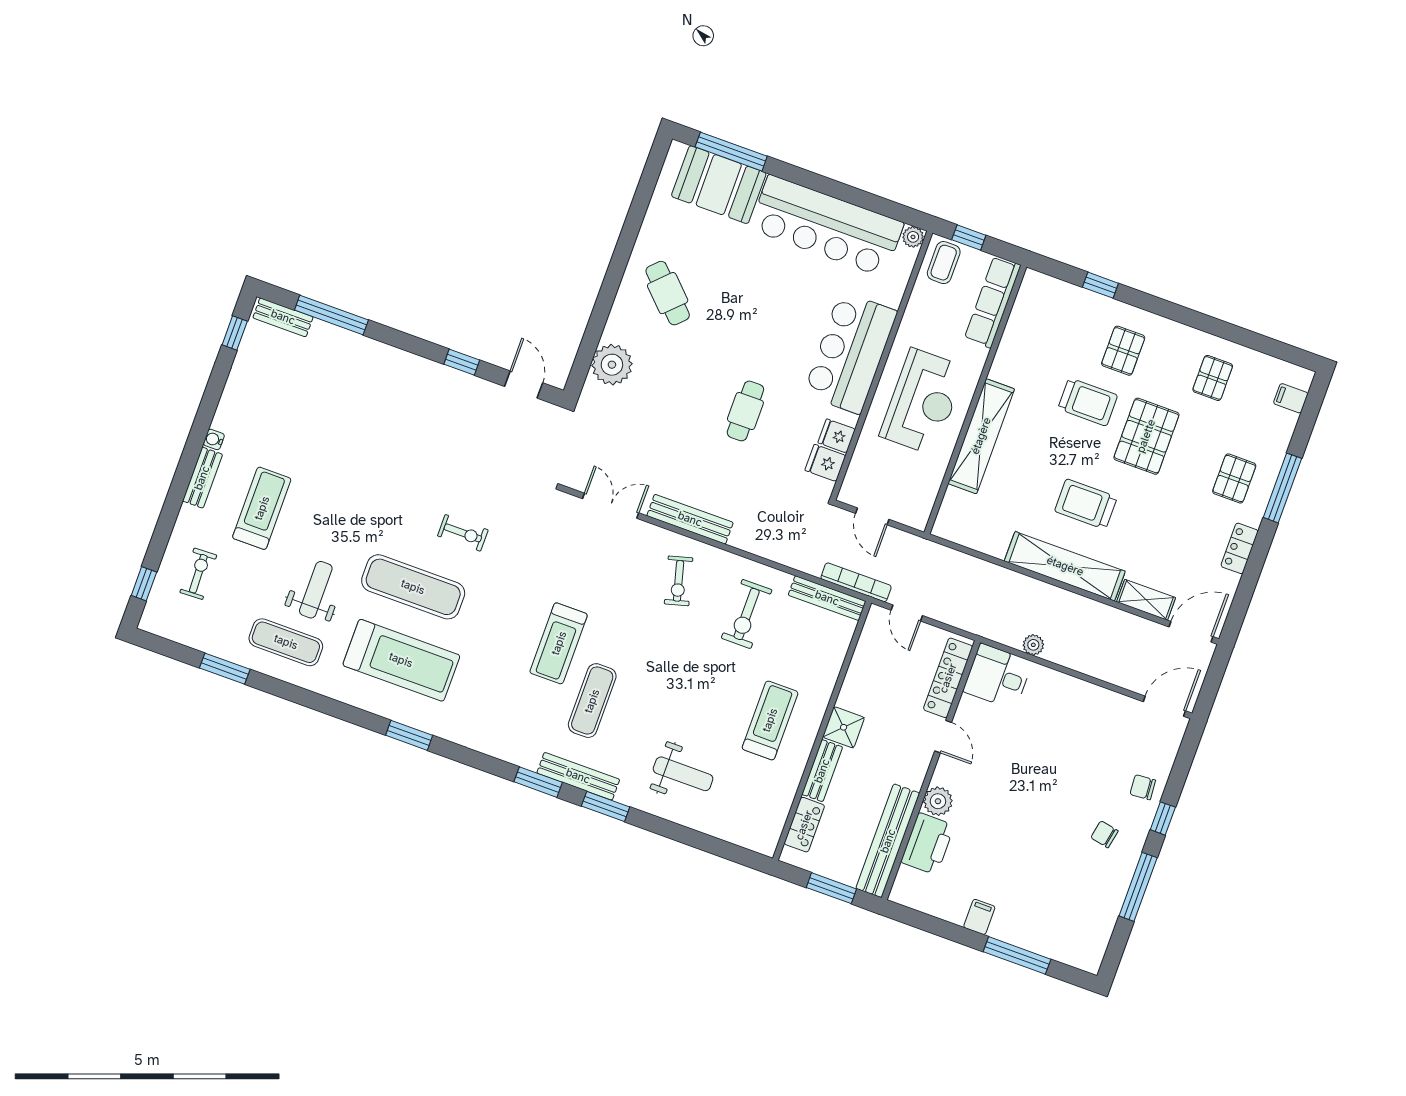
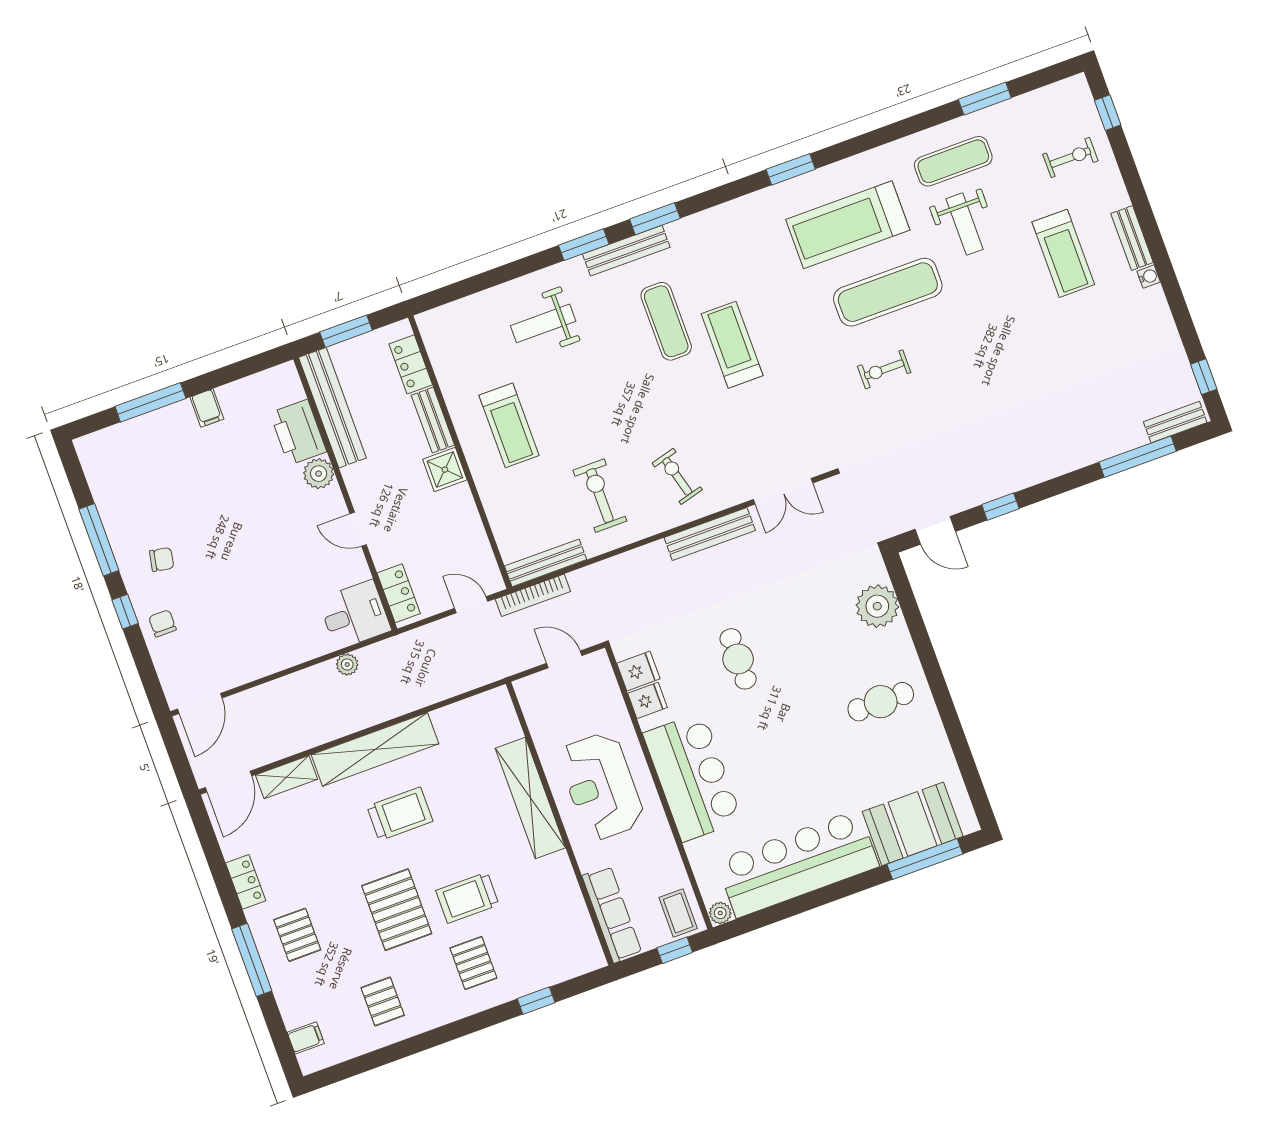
cafe table: (668, 293) -> (881, 702), turned -45
exercise bike: (198, 574) -> (1070, 157), turned -88
locker: (948, 678) -> (399, 593), width x0.66
chair: (1143, 787) -> (162, 623), turned -86

